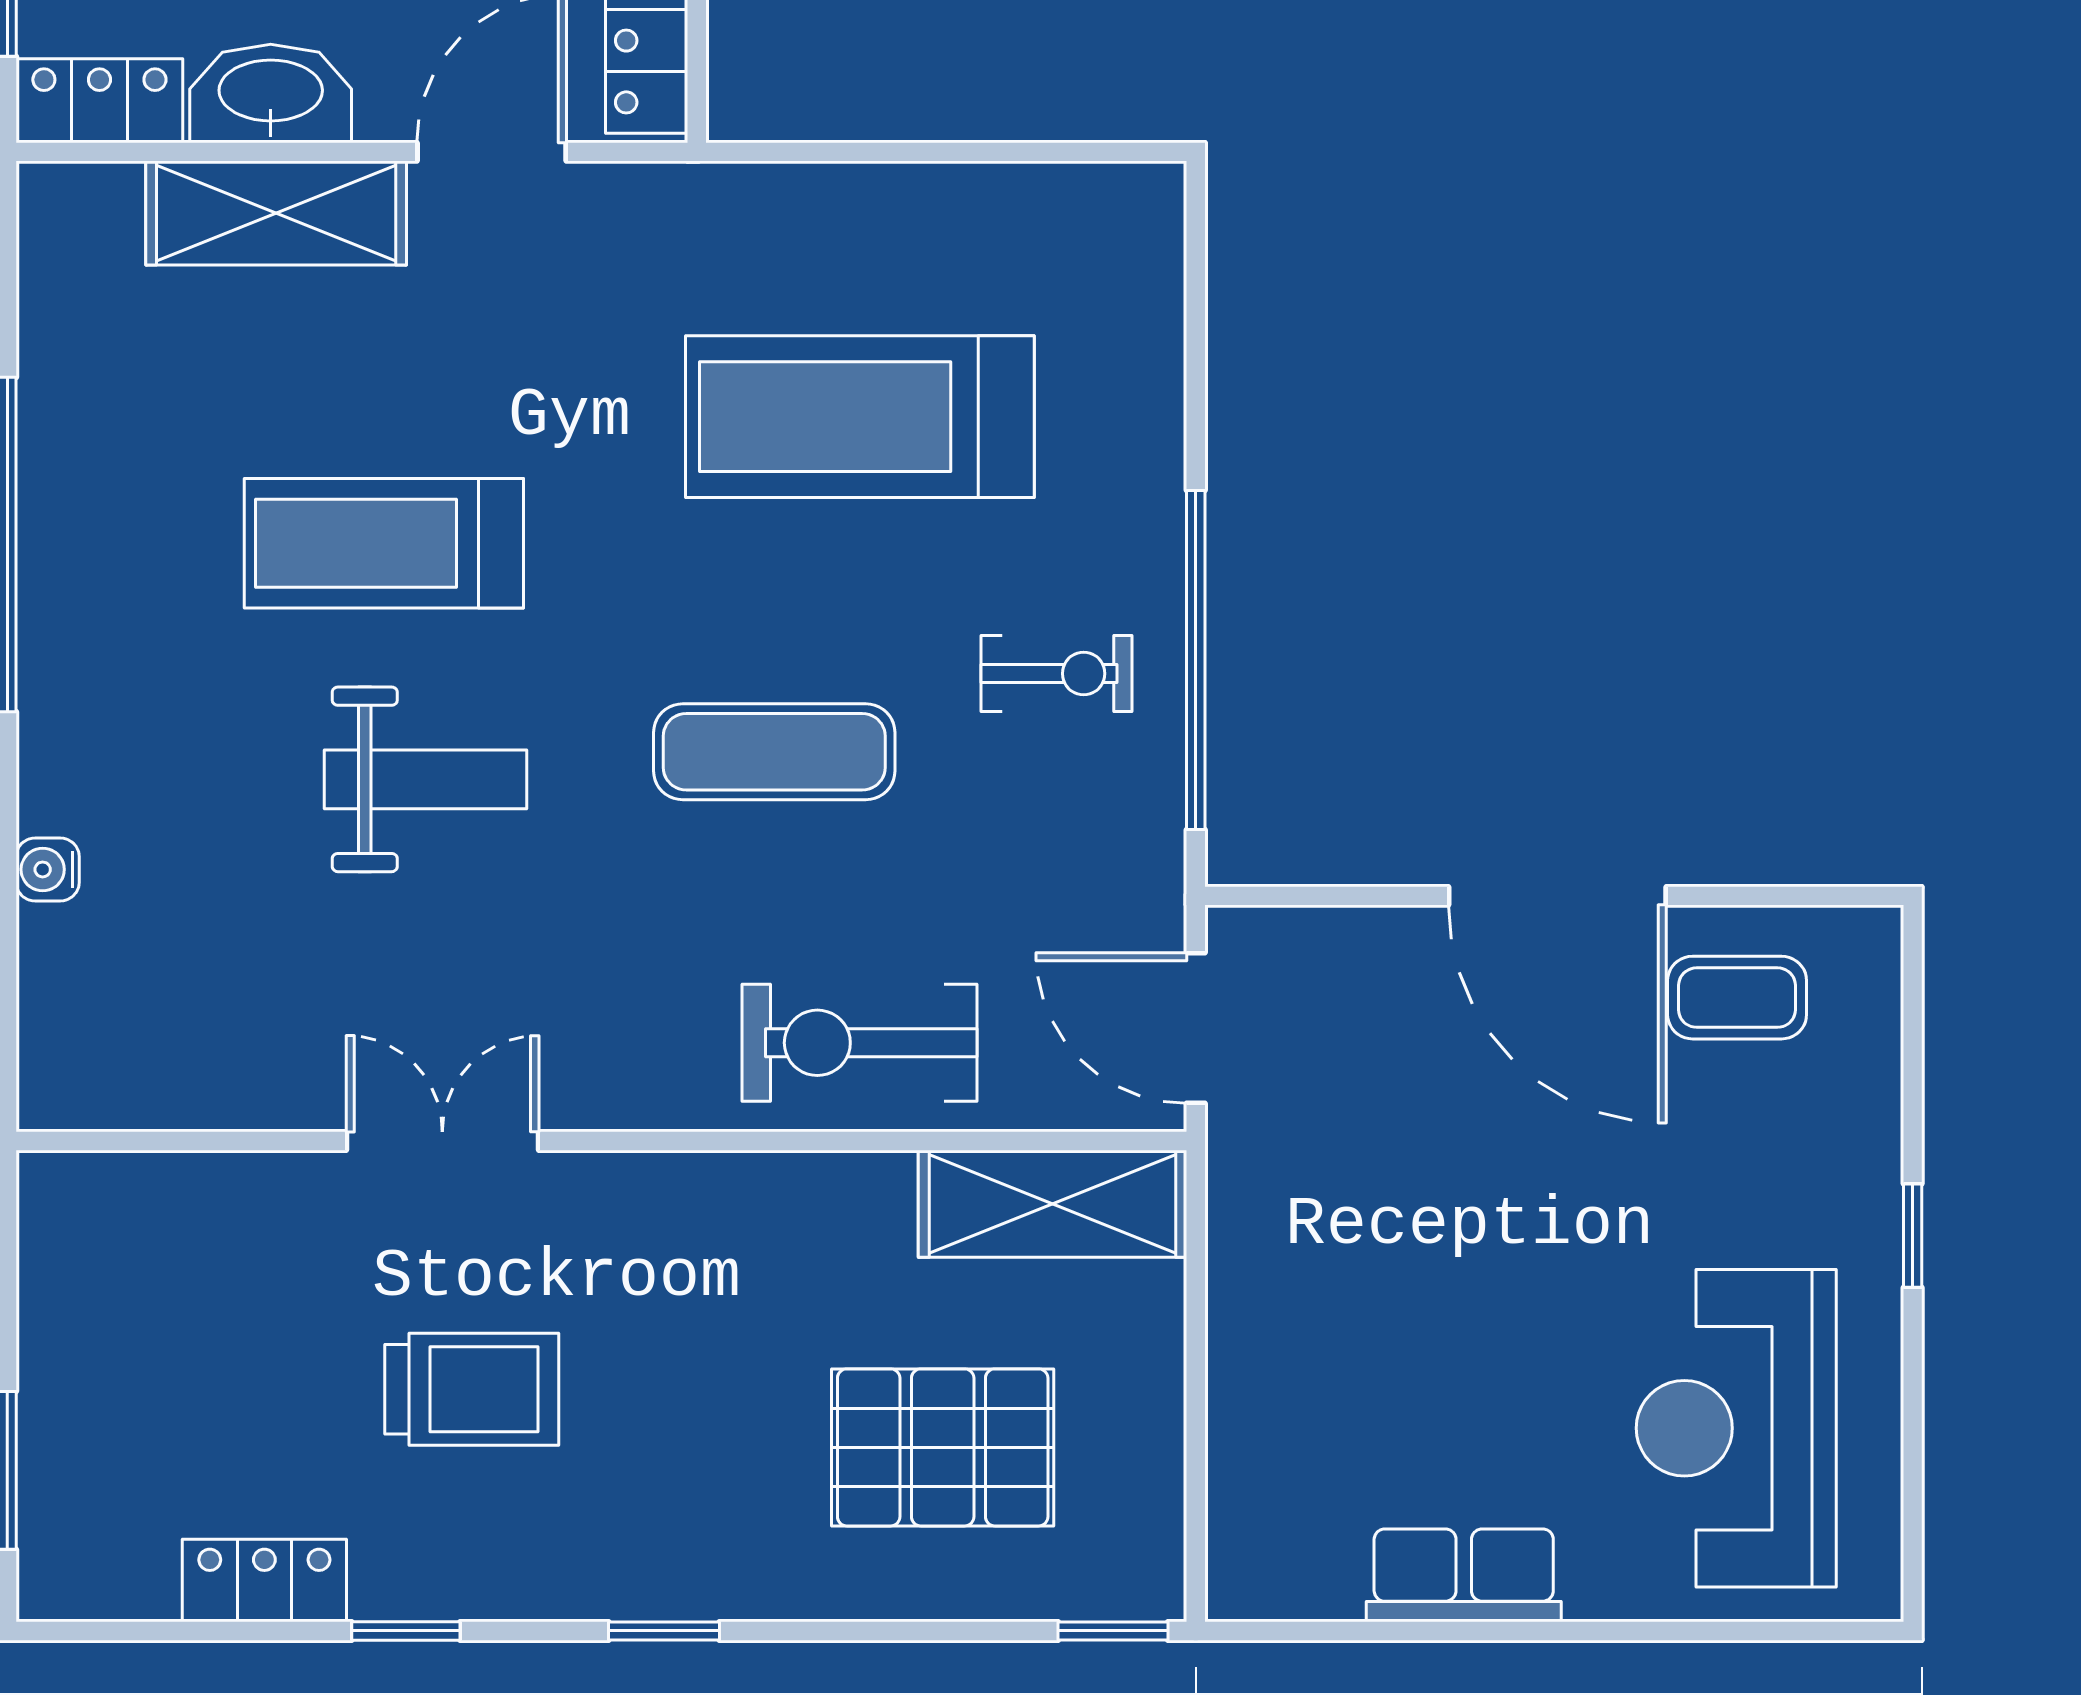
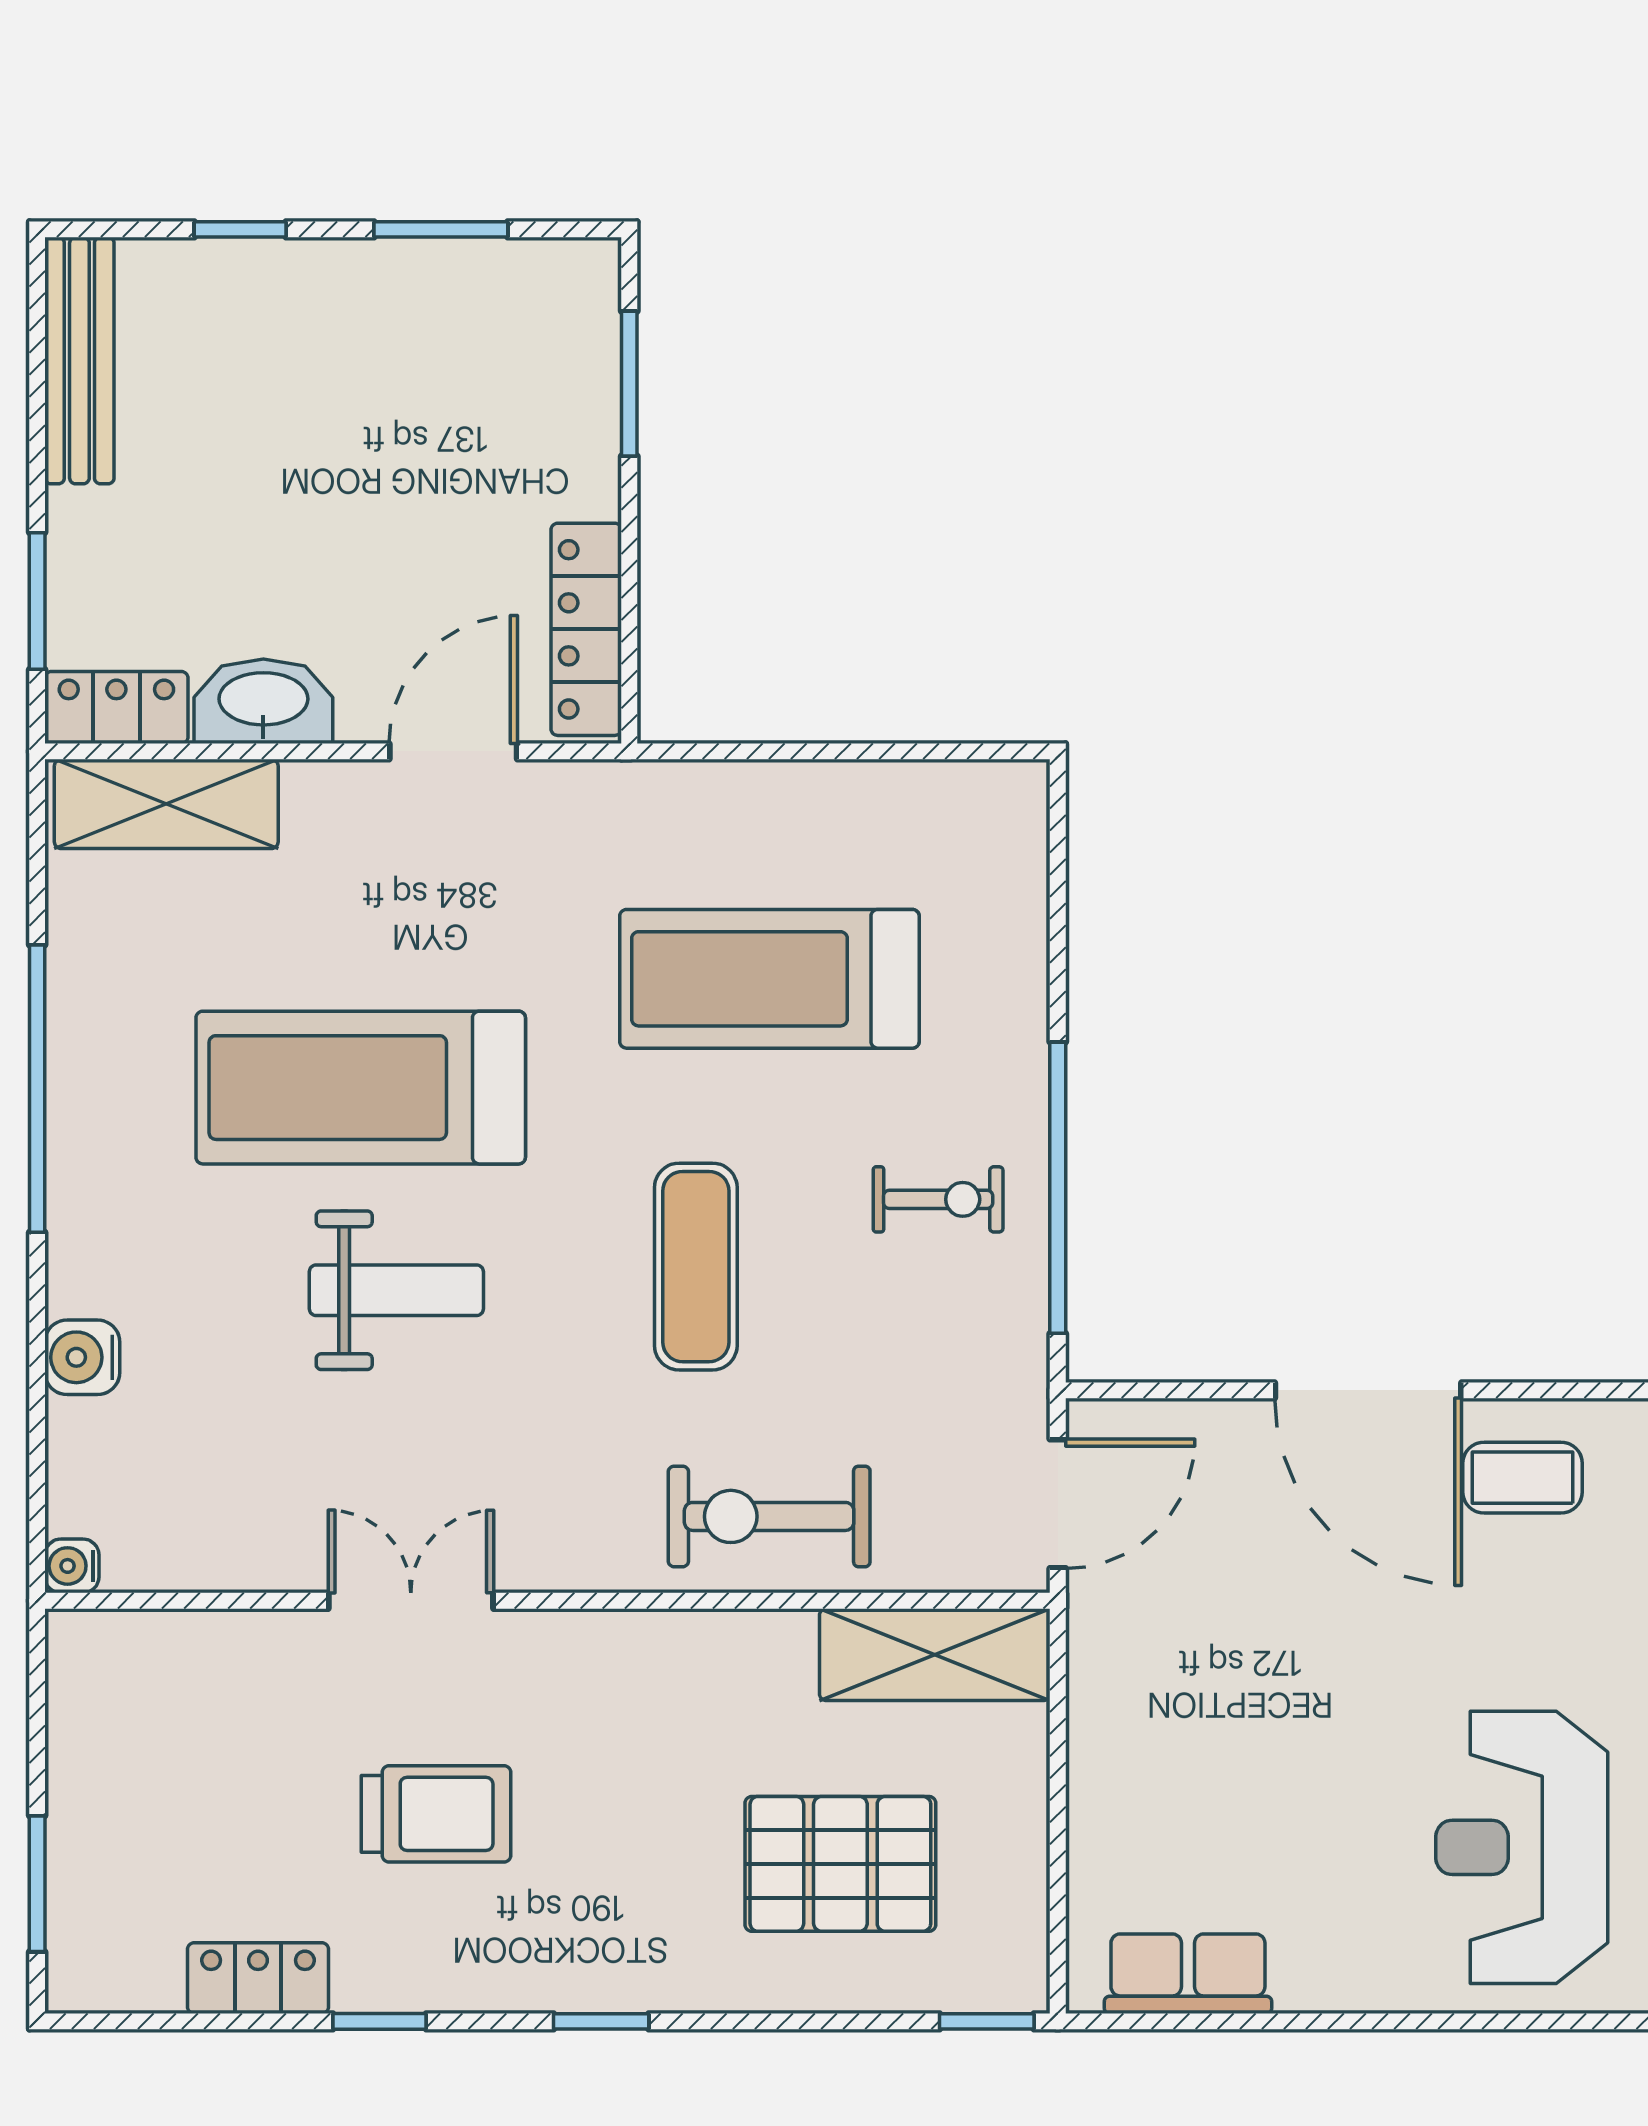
shelving: (276, 213) -> (166, 804), moved
treadmill: (384, 543) -> (361, 1088), width x1.37, depth x1.38
exercise mat: (774, 752) -> (696, 1267), turned 90
water cooler: (48, 869) -> (82, 1357), width x1.38, depth x1.38
door: (1196, 1028) -> (1058, 1504), swing flipped
water cooler: (48, 1100) -> (72, 1566), added
row of seats: (1464, 1575) -> (1188, 1974), moved

